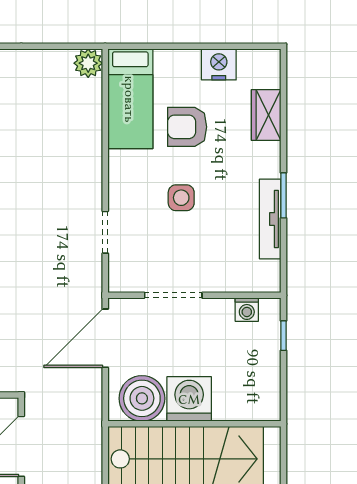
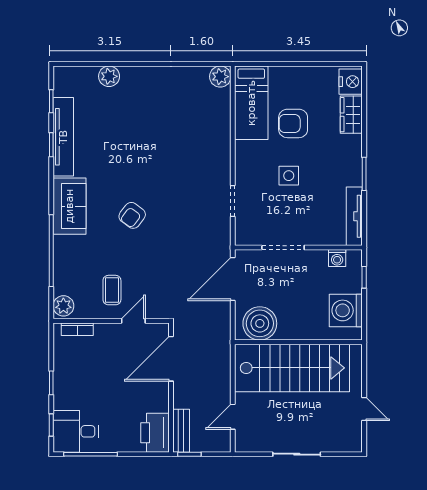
nightstand: (219, 64) -> (351, 82), moved, turned 90
tv unit: (270, 219) -> (354, 216), moved
washing machine: (189, 399) -> (346, 310), moved, turned -90

